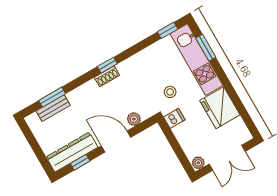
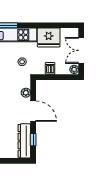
dishwasher: (174, 118) -> (50, 68), moved
door: (116, 142) -> (33, 111), swing flipped
double door: (227, 158) -> (81, 50), swing flipped

